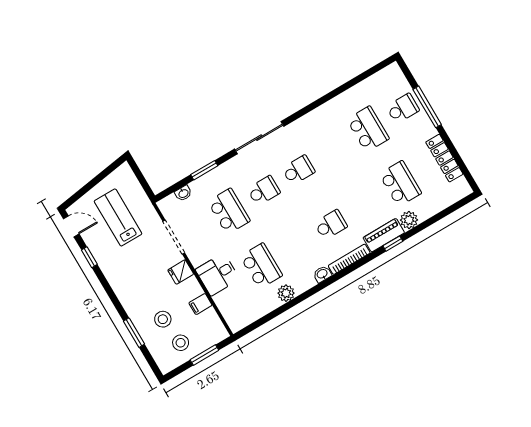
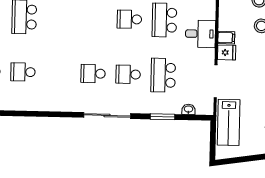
school desk: (368, 129) -> (23, 72), width x0.54
lab bench: (118, 217) -> (229, 122), moved
school desk: (331, 225) -> (129, 19), moved
filing cabinet: (200, 304) -> (226, 38), moved

